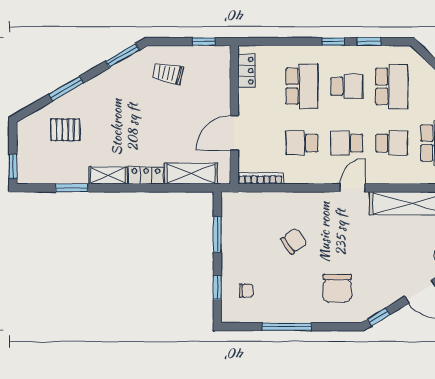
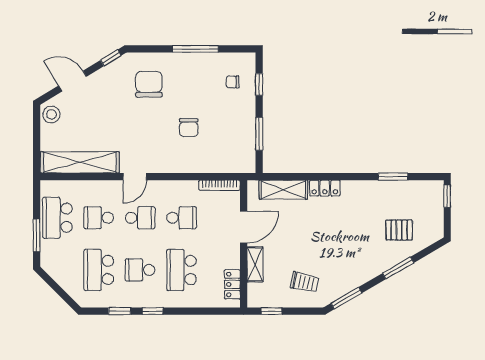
shelving: (108, 175) -> (255, 264), moved, turned 90
chair: (294, 241) -> (189, 128), turned -54

